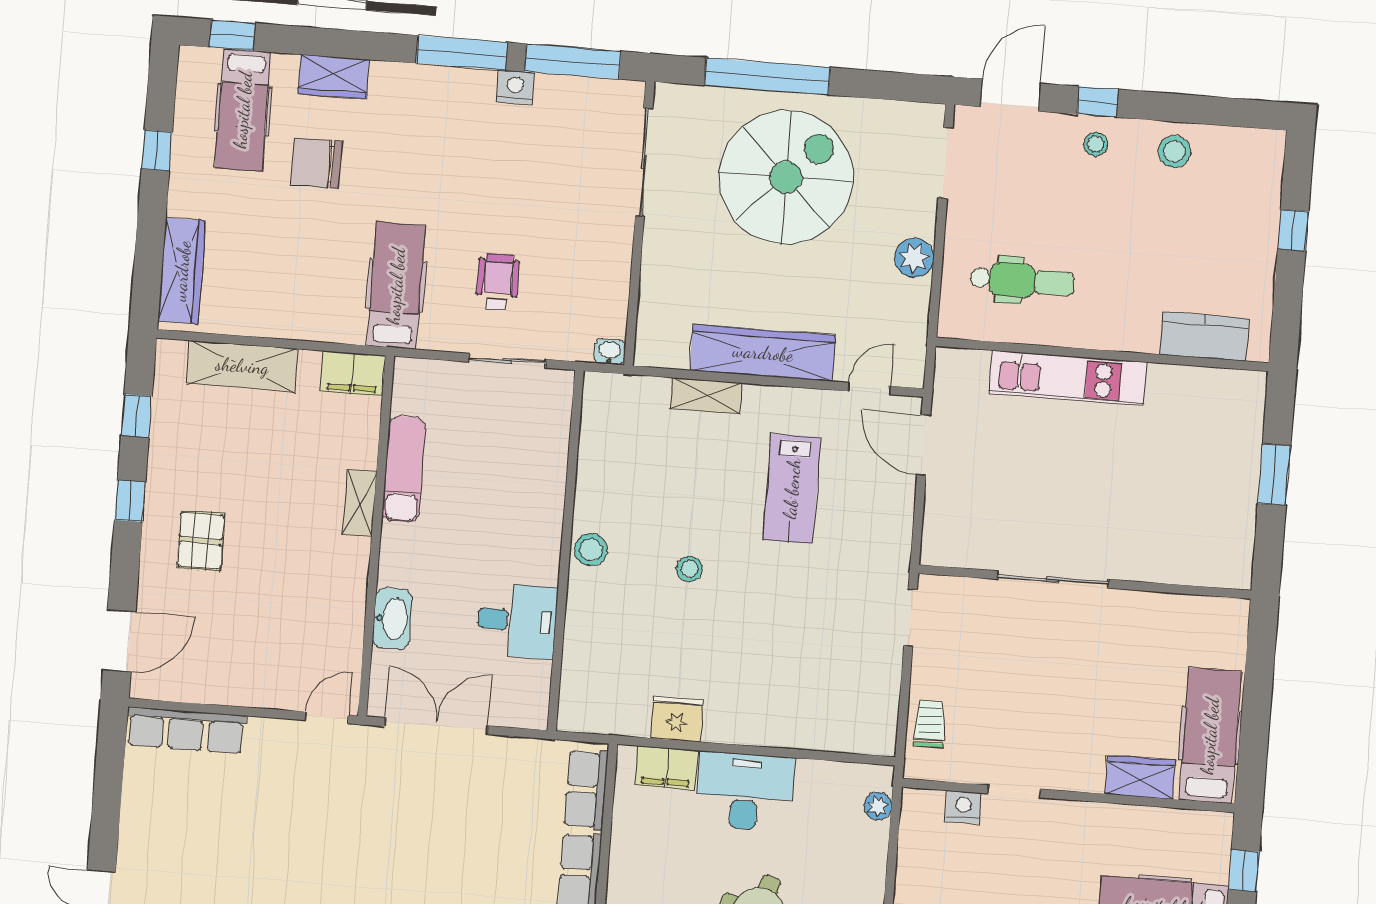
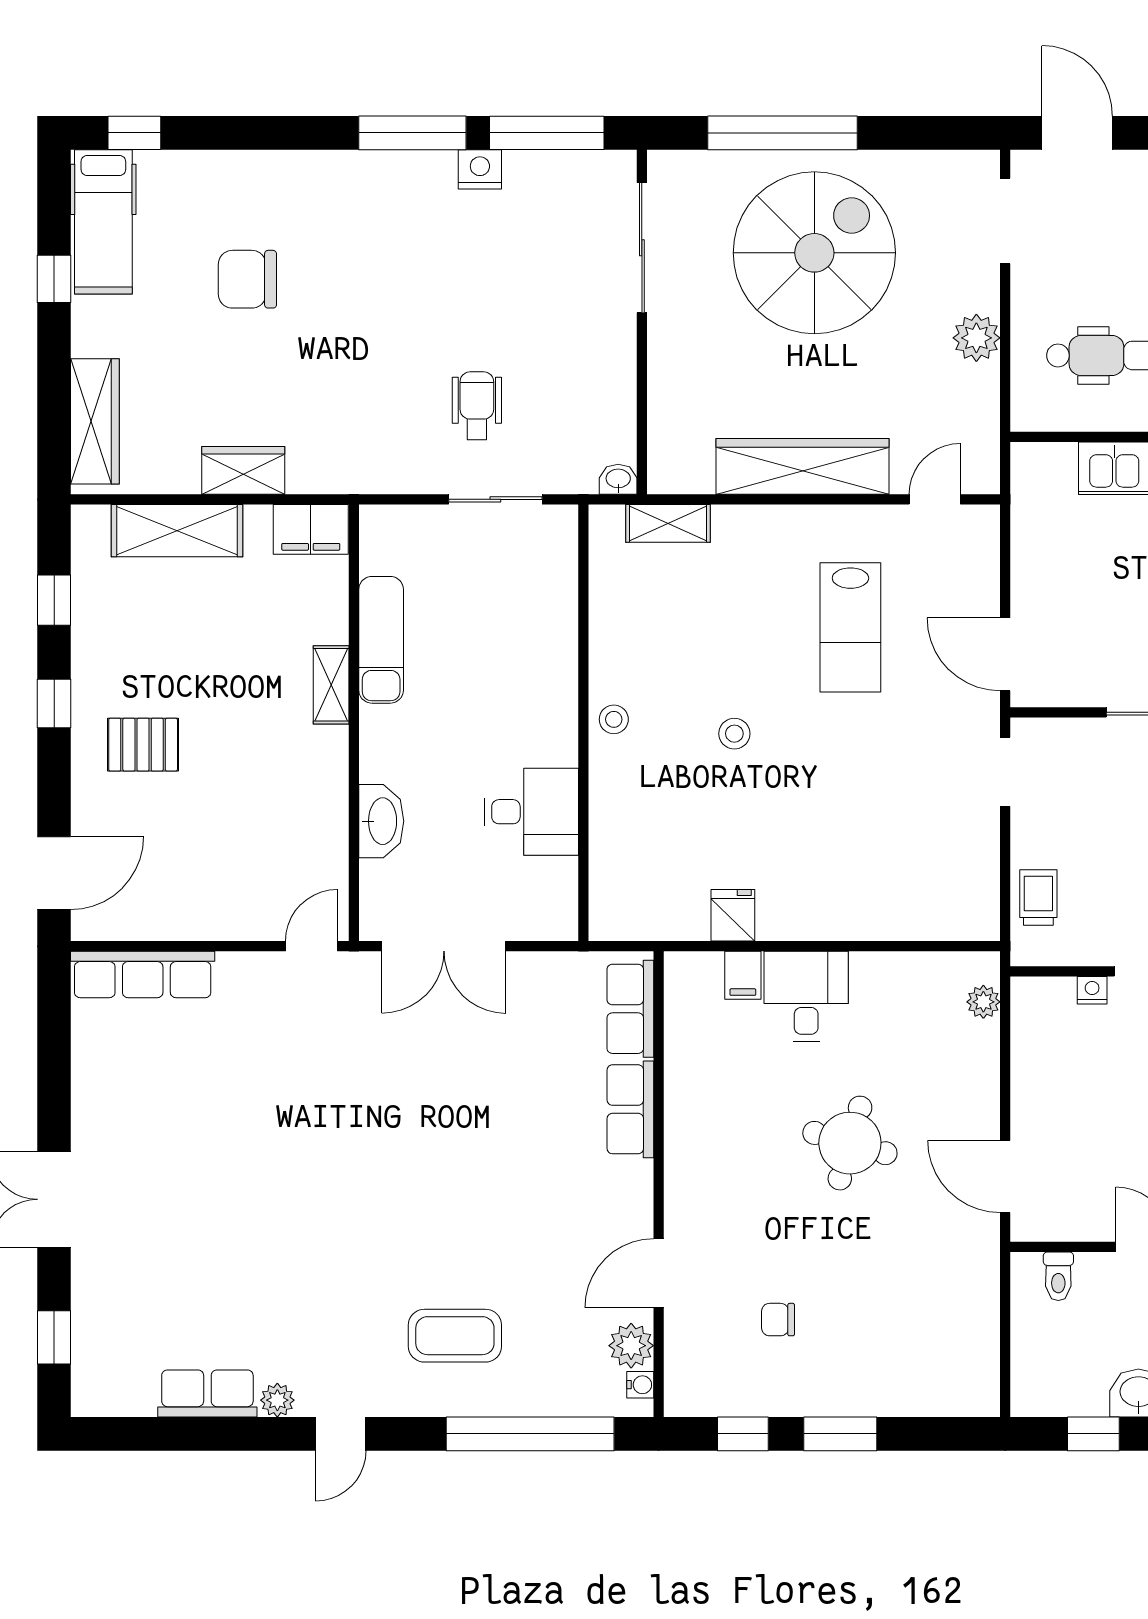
wardrobe: (333, 77) -> (243, 470), moved, turned 180
door: (1010, 95) -> (1077, 133), hinge flipped
hospital bed: (243, 110) -> (103, 222), moved
hospital bed: (396, 286) -> (355, 419), removed
shelving: (706, 396) -> (668, 523), moved
door: (924, 445) -> (1005, 654), moved
pallet: (201, 541) -> (143, 745), turned 90
stool: (591, 550) -> (614, 719), width x0.73, depth x0.73
fridge: (677, 719) -> (733, 915), width x0.72
double door: (436, 726) -> (444, 946), swing flipped
filing cabinet: (666, 768) -> (743, 975), width x0.50
desk: (745, 791) -> (806, 996), width x0.73
nightstand: (963, 807) -> (1092, 990), width x0.72, depth x0.74

